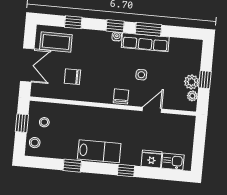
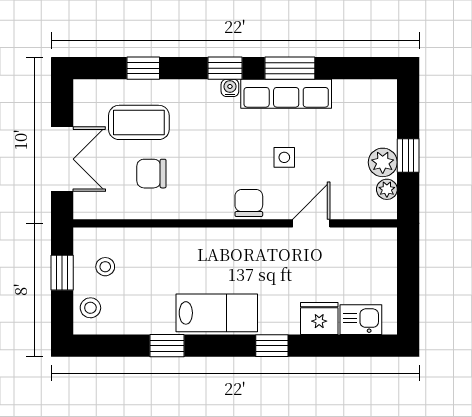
coffee table: (56, 42) -> (139, 122), moved

